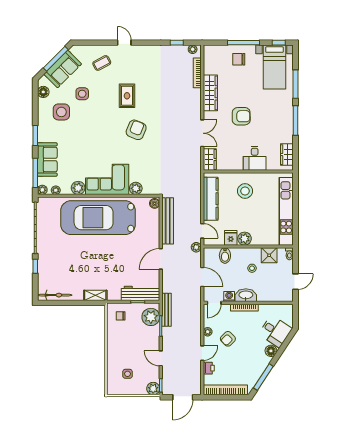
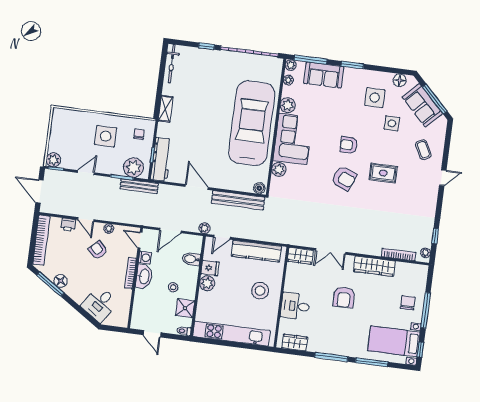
armchair: (106, 129) -> (349, 145), added
floor lamp: (271, 351) -> (61, 281), moved
side table: (127, 374) -> (106, 136), moved, width x1.87, depth x1.87

